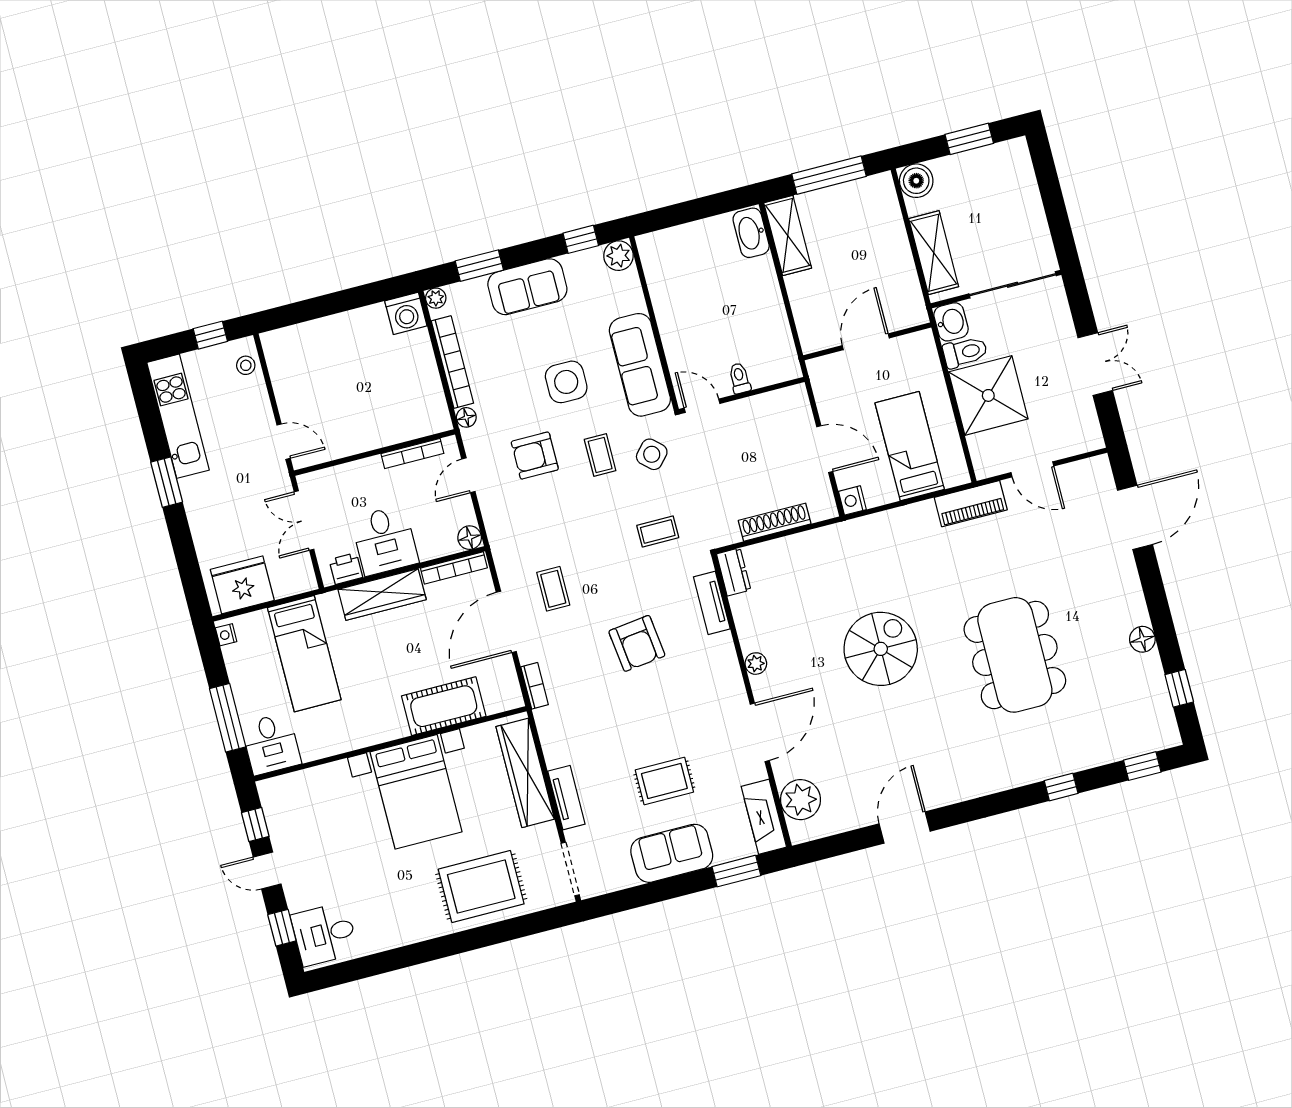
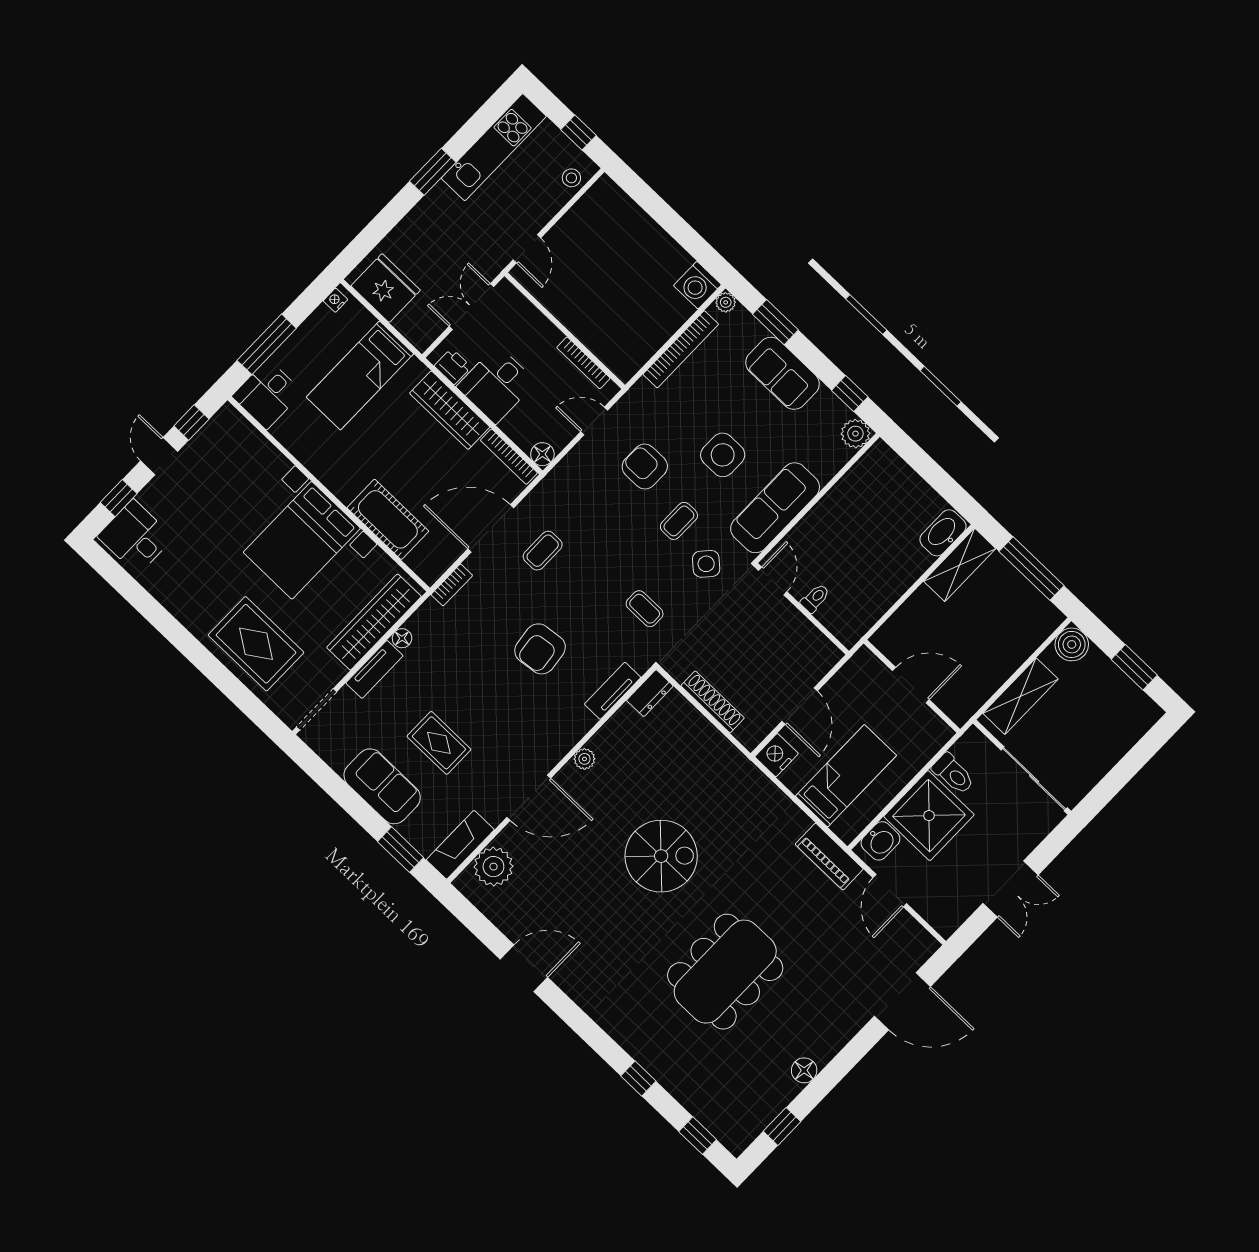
washbasin: (951, 322) -> (880, 841), moved
floor lamp: (466, 417) -> (402, 638), moved
nightstand: (852, 500) -> (777, 755), width x1.36, depth x1.33

